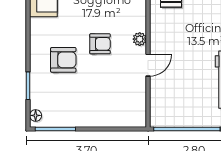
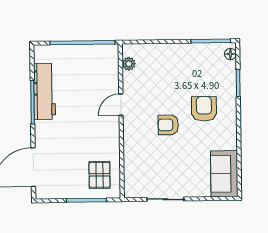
plant: (140, 39) -> (129, 64), moved
armchair: (63, 60) -> (204, 109), turned 90

